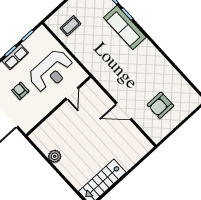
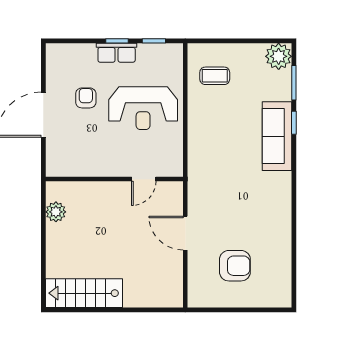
door: (72, 94) -> (144, 179), moved
armchair: (160, 105) -> (235, 266), turned 180
wall: (58, 106) -> (114, 179), moved

